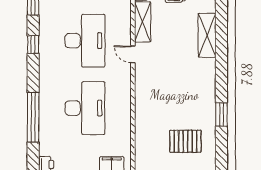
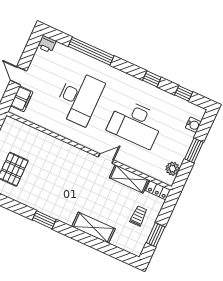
desk: (85, 108) -> (79, 98), turned -90
window: (221, 114) -> (44, 220), moved

